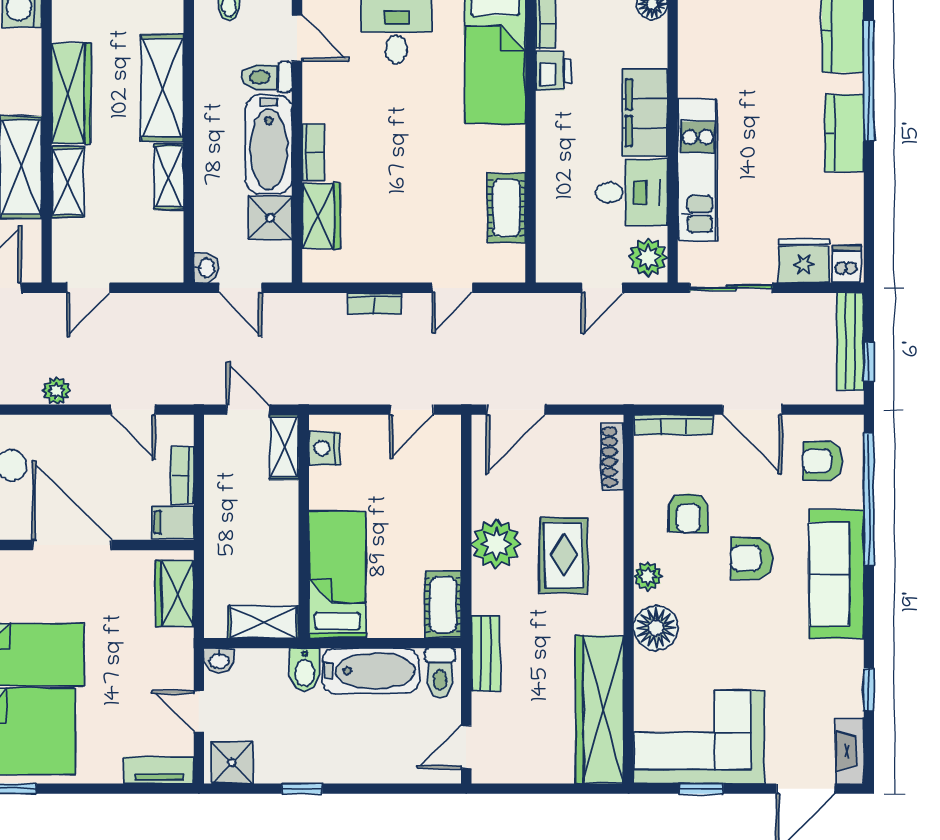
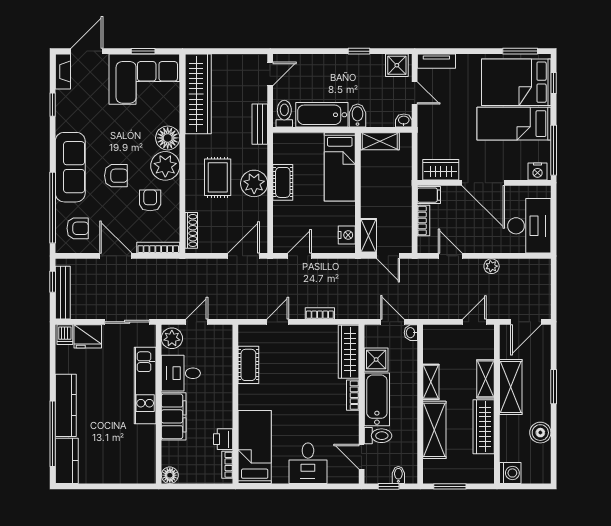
kitchen counter: (845, 133) -> (66, 405), width x1.50
wardrobe: (321, 216) -> (349, 352), width x1.50
plant: (648, 576) -> (165, 166), width x1.88, depth x1.88
wardrobe: (175, 594) -> (441, 170), moved, turned -90
cot: (443, 605) -> (283, 182), moved

